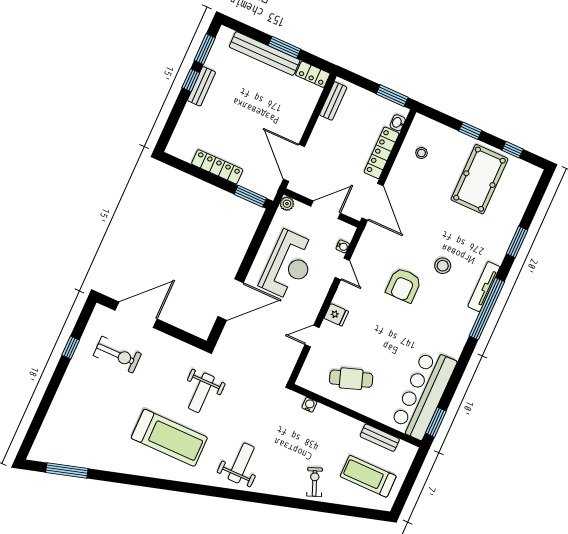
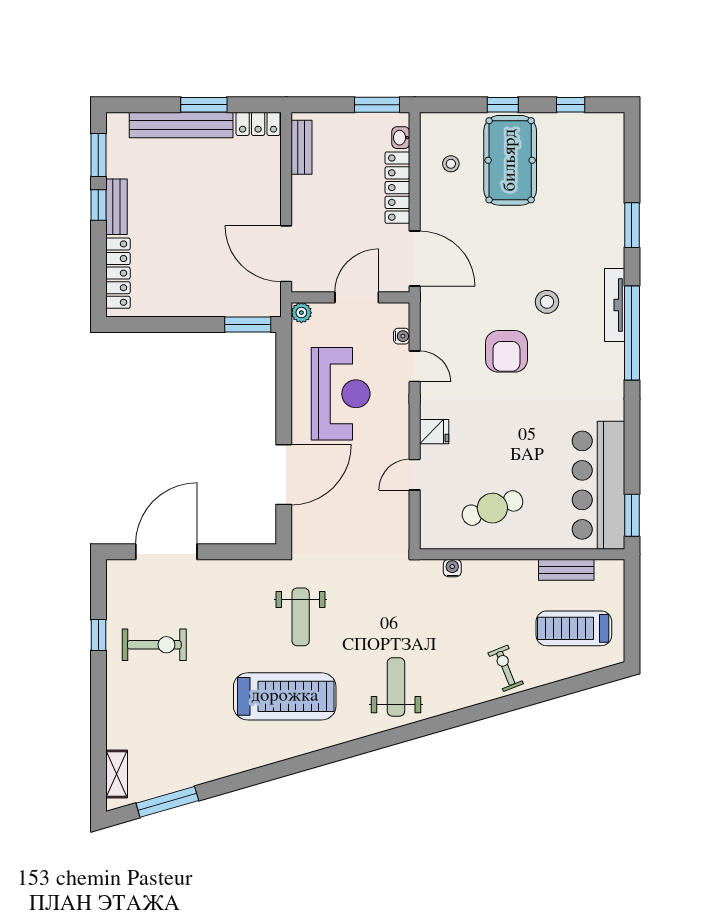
locker: (217, 167) -> (118, 273), moved, turned 90
pool table: (479, 179) -> (510, 160), moved
exercise bike: (117, 355) -> (154, 645), moved
shelving: (43, 439) -> (117, 774), added

